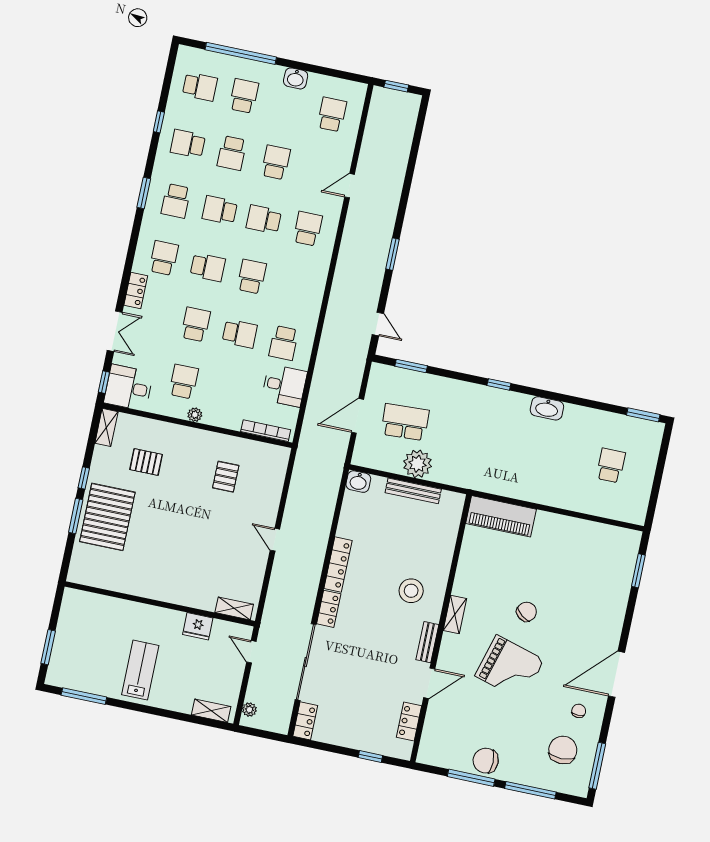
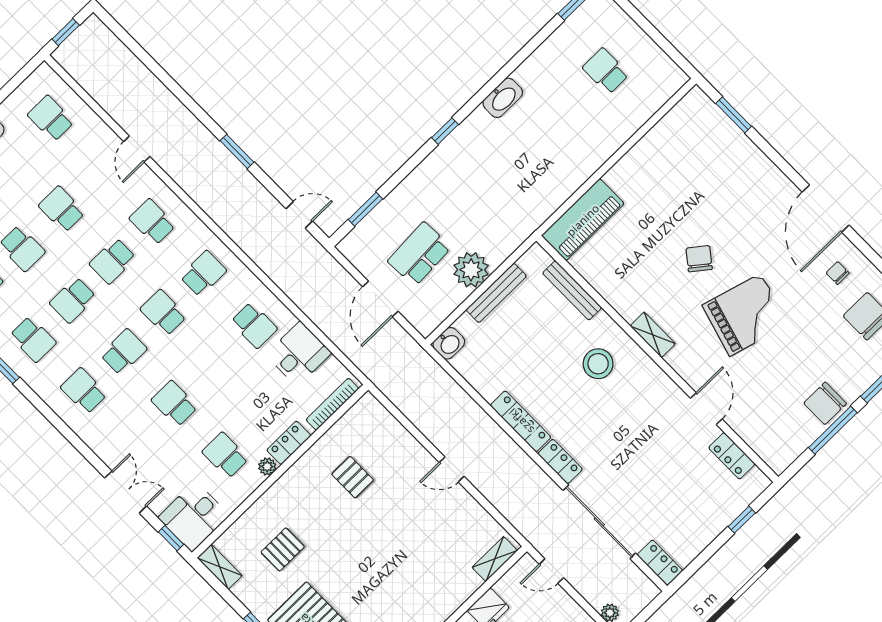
locker: (136, 290) -> (289, 443), moved, turned -90
school desk: (240, 334) -> (203, 274), moved
bench: (427, 642) -> (572, 290), moved, width x1.36

